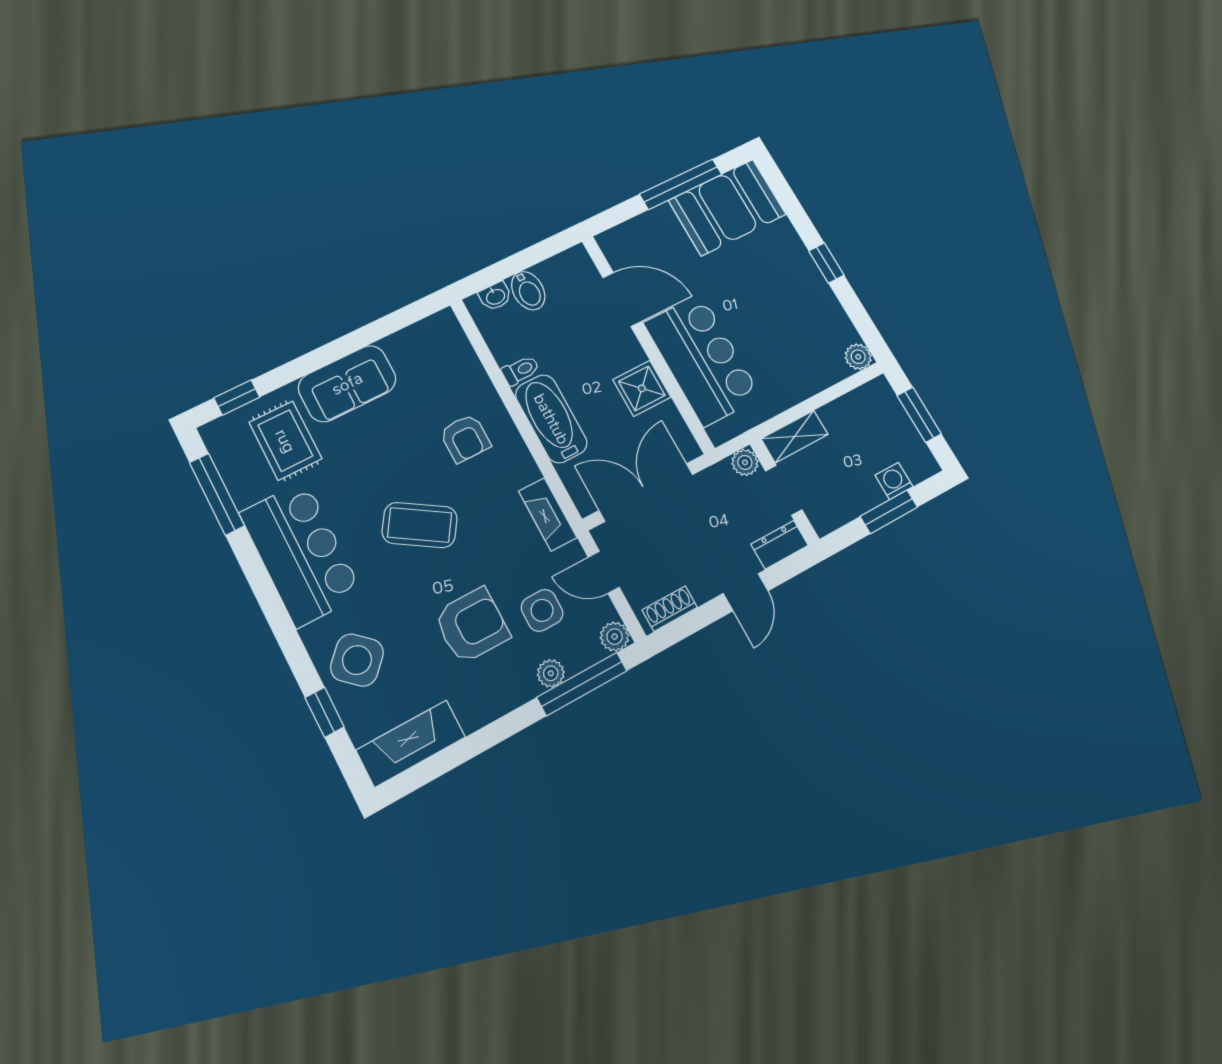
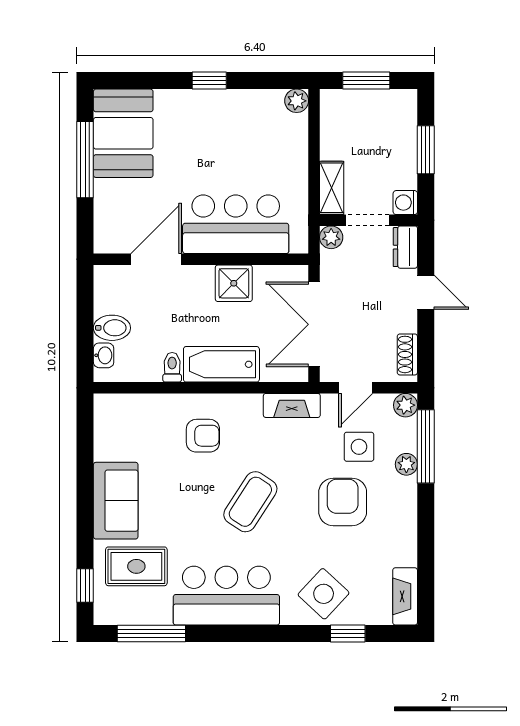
washing machine: (894, 481) -> (405, 203), moved
fireplace: (411, 744) -> (405, 596), width x0.73, depth x0.76

